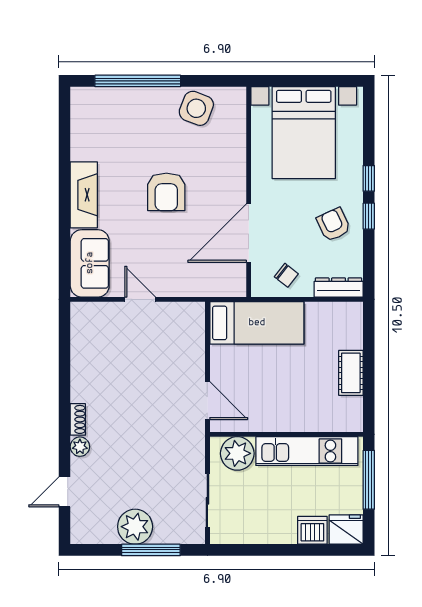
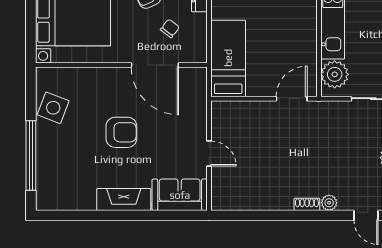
chair: (286, 275) -> (170, 28), moved
door: (140, 299) -> (209, 154), swing flipped

